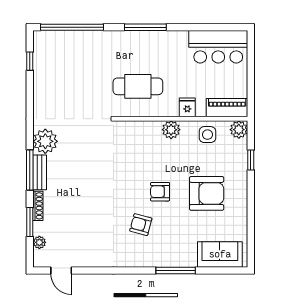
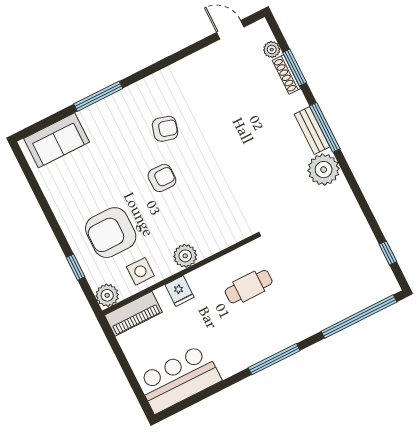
cafe table: (138, 86) -> (249, 287), width x0.73, depth x0.74
armchair: (207, 193) -> (111, 233), moved
shoe rack: (38, 206) -> (286, 75), moved

